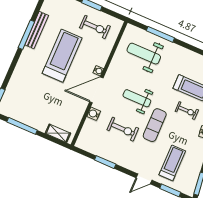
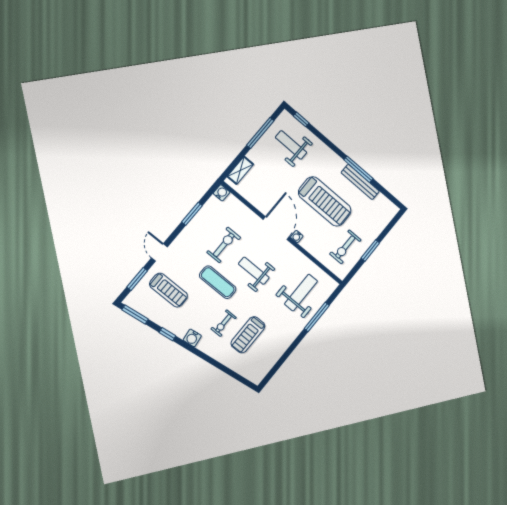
weight bench: (24, 98) -> (291, 145), added
weight bench: (137, 98) -> (254, 271), turned -90
water cooler: (94, 114) -> (222, 193), moved
exercise bike: (123, 129) -> (224, 245), turned 180

